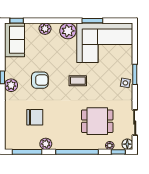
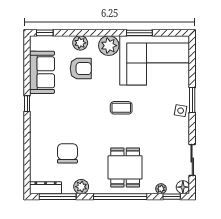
sofa: (14, 40) -> (42, 72), moved
armchair: (40, 80) -> (81, 69), moved
plant: (11, 85) -> (38, 113), removed
chair: (35, 117) -> (67, 153), turned -90
dining table: (97, 121) -> (125, 167), moved, turned 90
dresser: (17, 145) -> (46, 188), added

